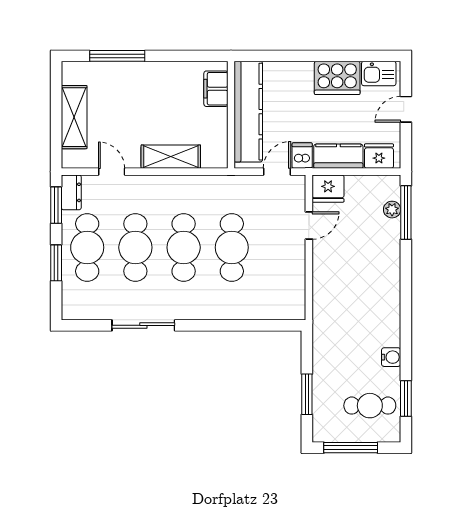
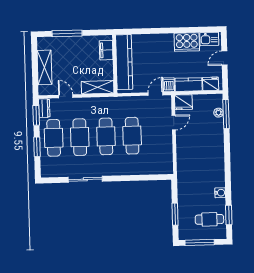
filing cabinet: (216, 89) -> (106, 50), moved
kitchen counter: (248, 112) -> (124, 62), moved
wall: (231, 115) -> (115, 64), moved

